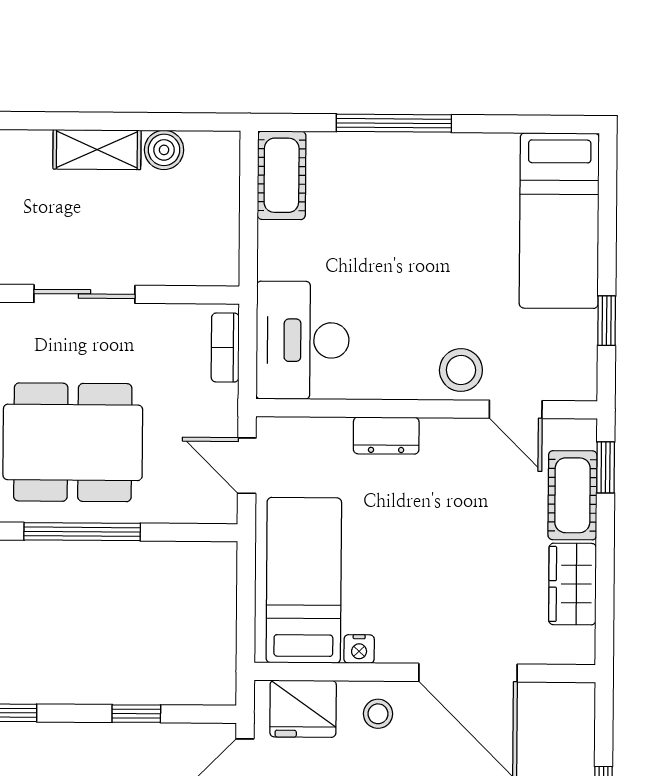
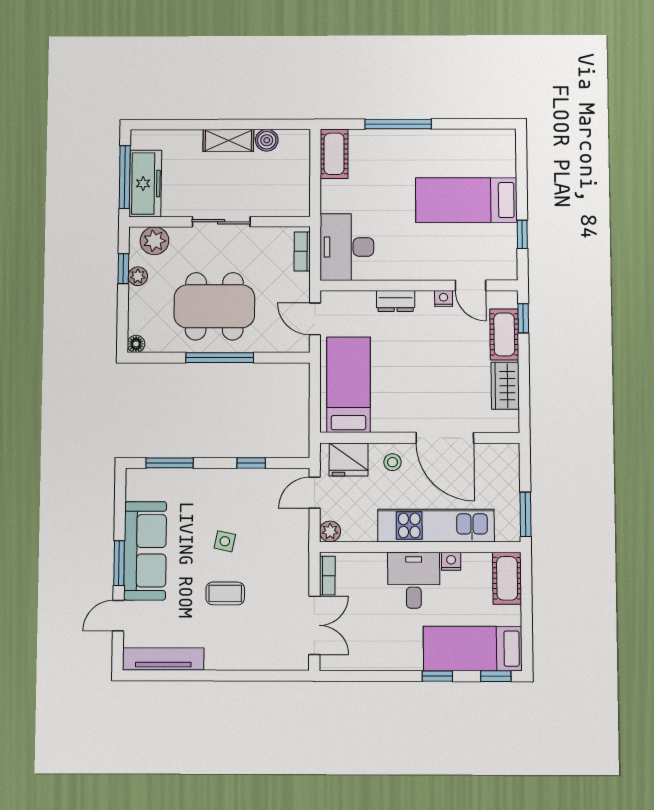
bed: (559, 221) -> (466, 200), moved, turned 90
stool: (461, 370) -> (438, 263), removed
nightstand: (359, 649) -> (444, 299), moved, turned 180

